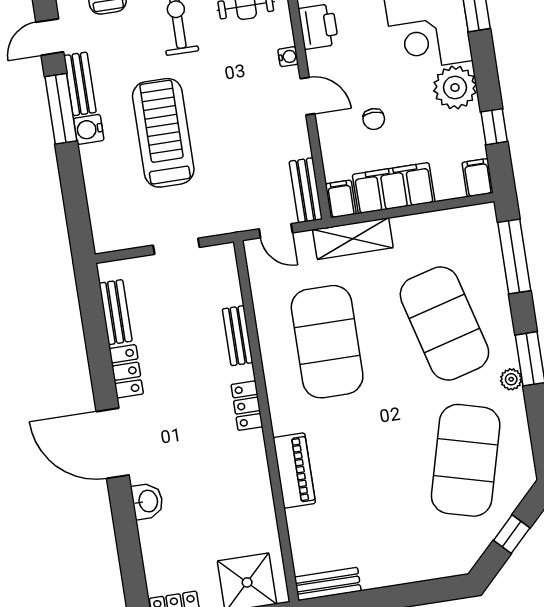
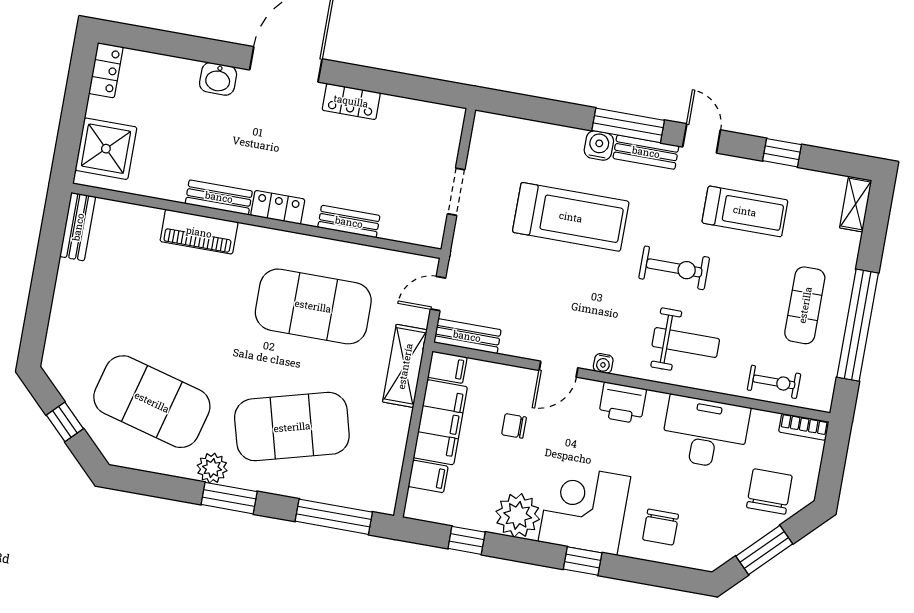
filing cabinet: (478, 178) -> (428, 476), moved
bench: (116, 312) -> (219, 197), moved
plant: (511, 379) -> (212, 468), width x1.38, depth x1.38

